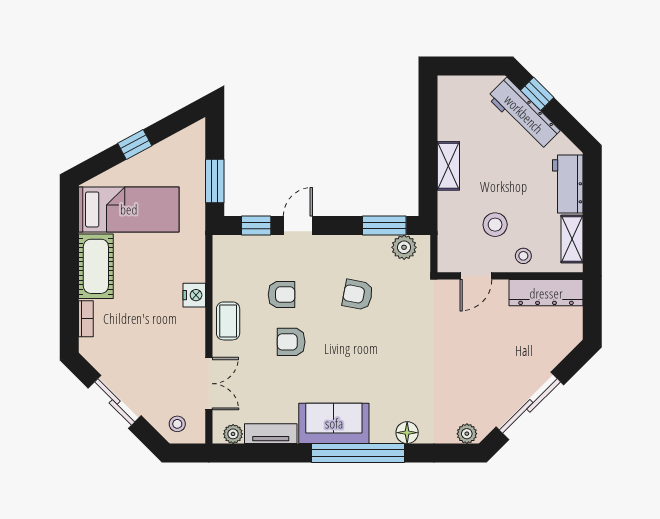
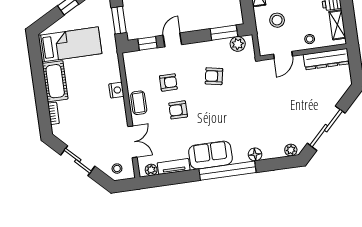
stool: (495, 225) -> (277, 20), moved

